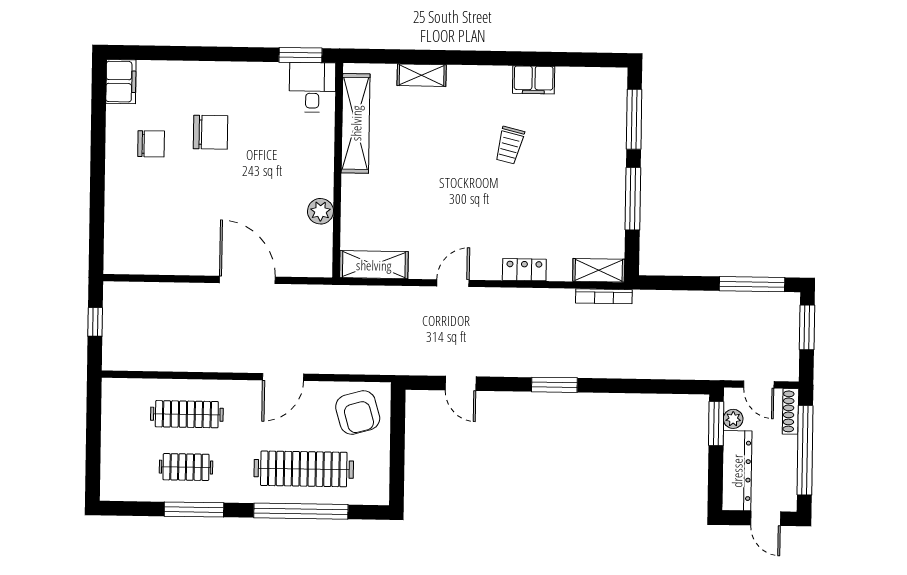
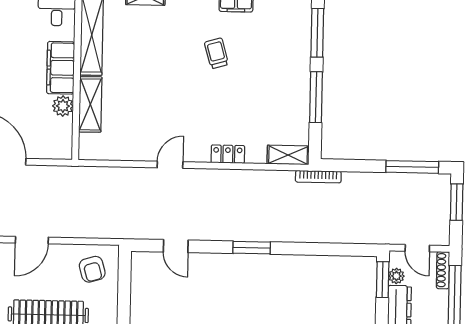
trolley: (510, 145) -> (216, 53), turned 150
filing cabinet: (317, 164) -> (61, 68), added
shelving: (374, 265) -> (90, 104), moved, turned 90
bookcase: (604, 296) -> (318, 177), moved
armchair: (358, 412) -> (92, 269), width x0.72, depth x0.72

